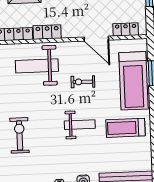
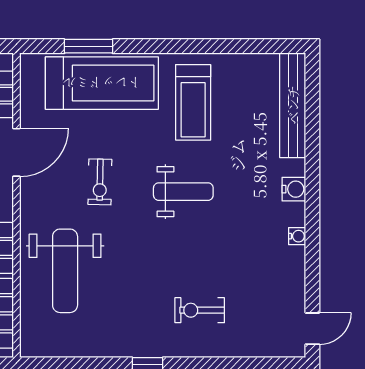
weight bench: (80, 125) -> (183, 192), turned 90
exercise bike: (20, 135) -> (200, 310), width x0.73, depth x0.72

